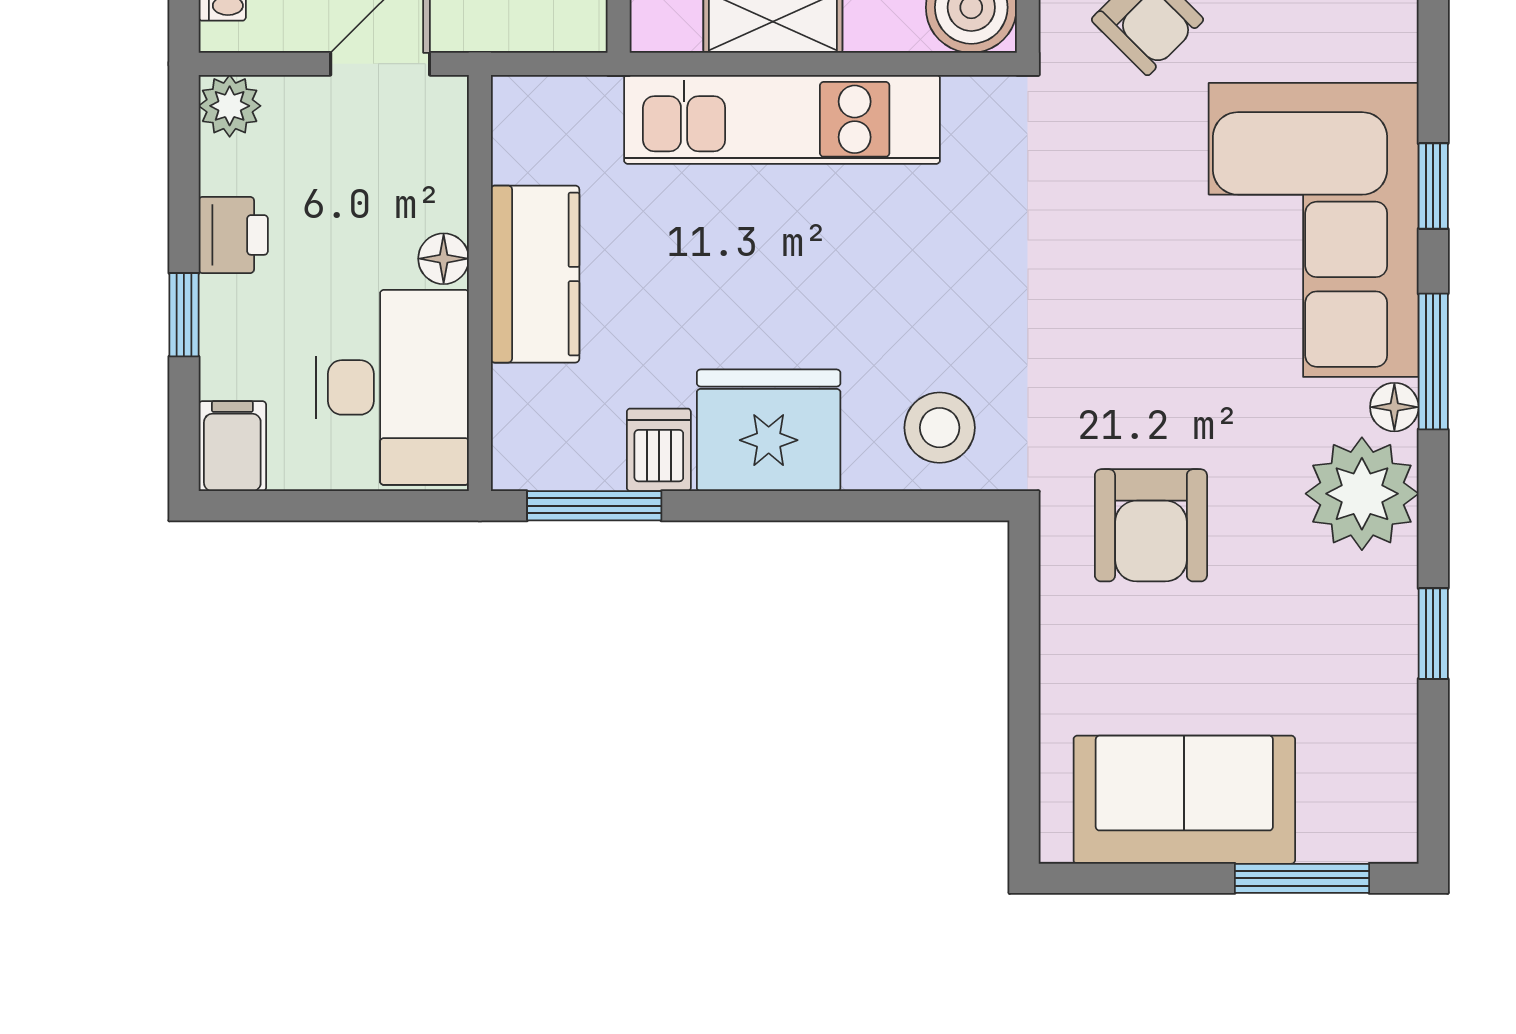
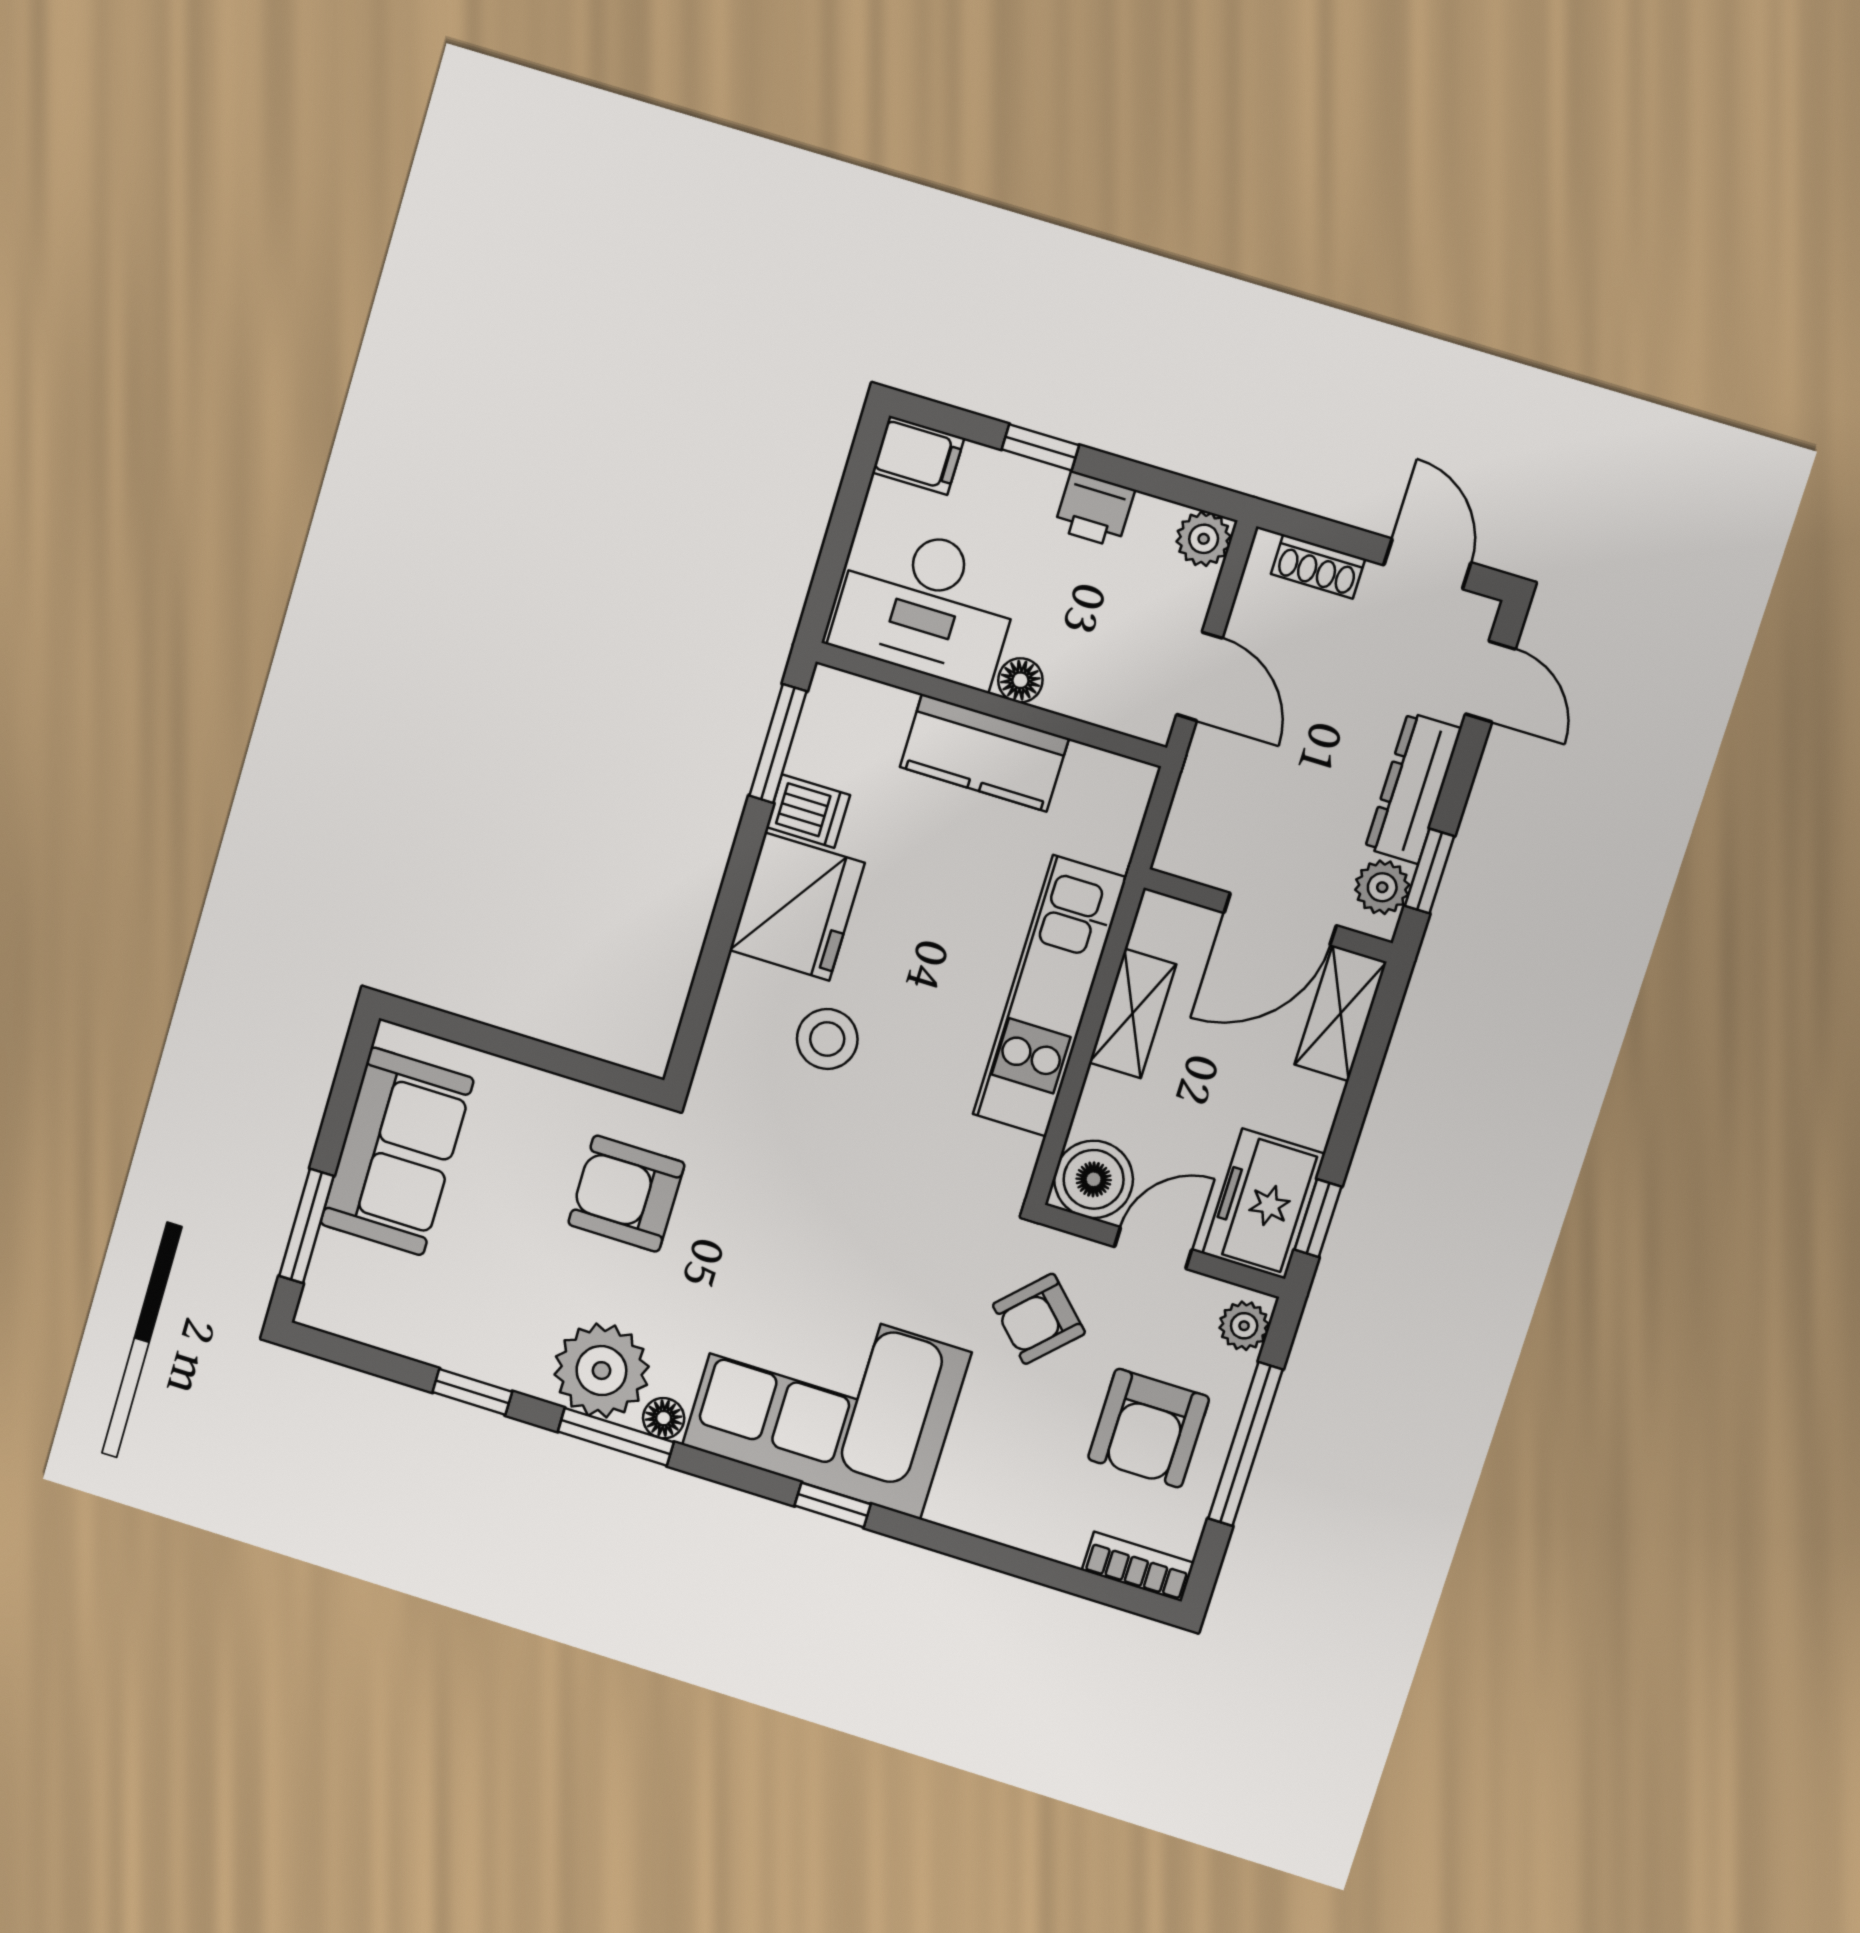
window: (1433, 361) -> (616, 1437), moved
stool: (940, 428) -> (827, 1039), moved

